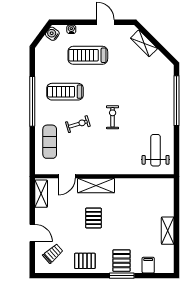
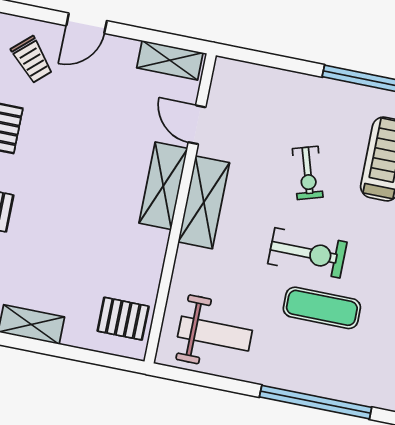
exercise bike: (113, 117) -> (307, 253), width x1.38, depth x1.39
exercise mat: (50, 142) -> (322, 308), moved
shelving: (100, 167) -> (204, 202), added
pallet: (93, 218) -> (123, 319), moved

